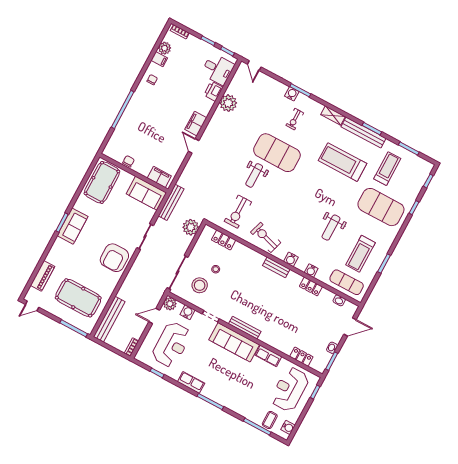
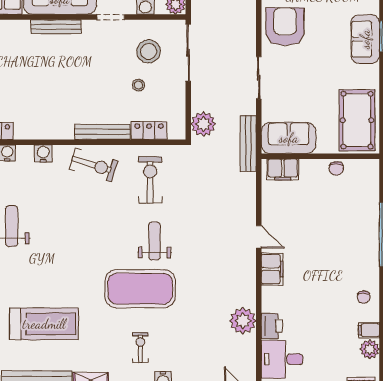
bench: (276, 267) -> (102, 132), moved, width x1.36

